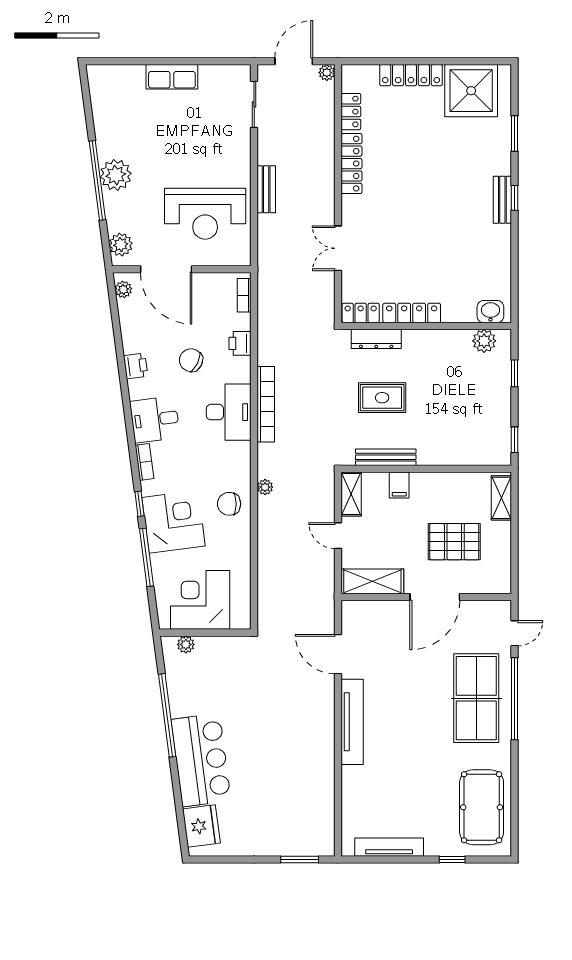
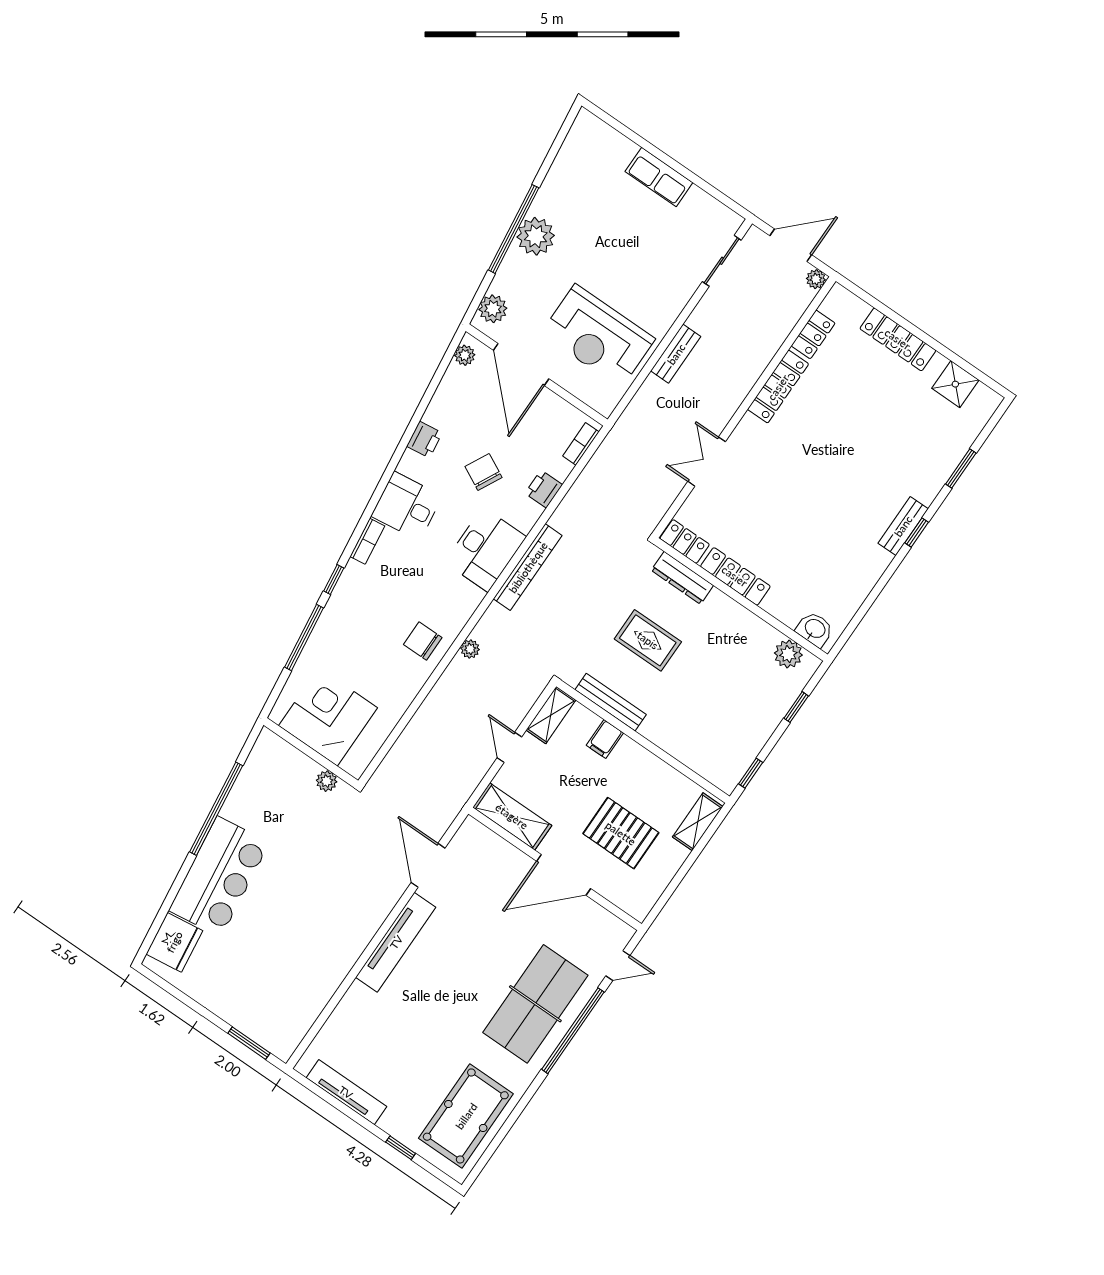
shower: (471, 91) -> (955, 384), width x0.54, depth x0.54
corner desk: (174, 522) -> (355, 621), removed
plant: (186, 644) -> (327, 781), moved

